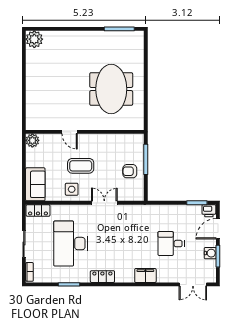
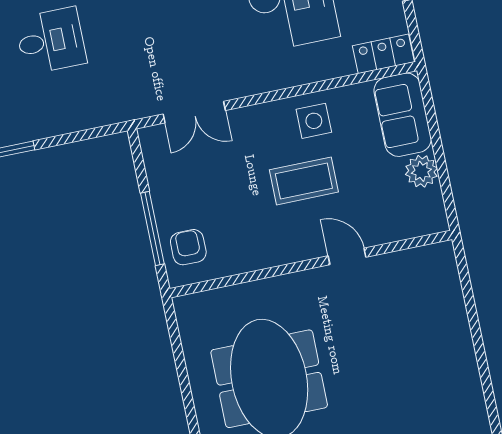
plant: (32, 140) -> (421, 171), moved
armchair: (130, 171) -> (188, 247), moved, turned -90
double door: (104, 203) -> (194, 112), moved

